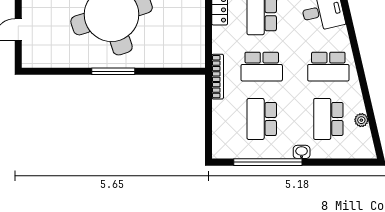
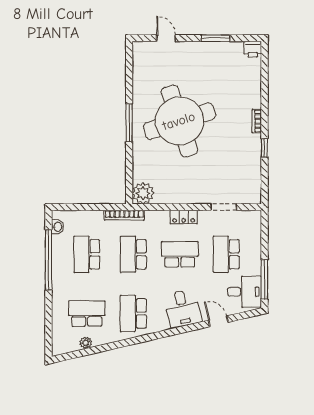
plant: (193, 56) -> (143, 193), added
school desk: (262, 119) -> (87, 254), turned -90
washbasin: (302, 152) -> (57, 227), moved

